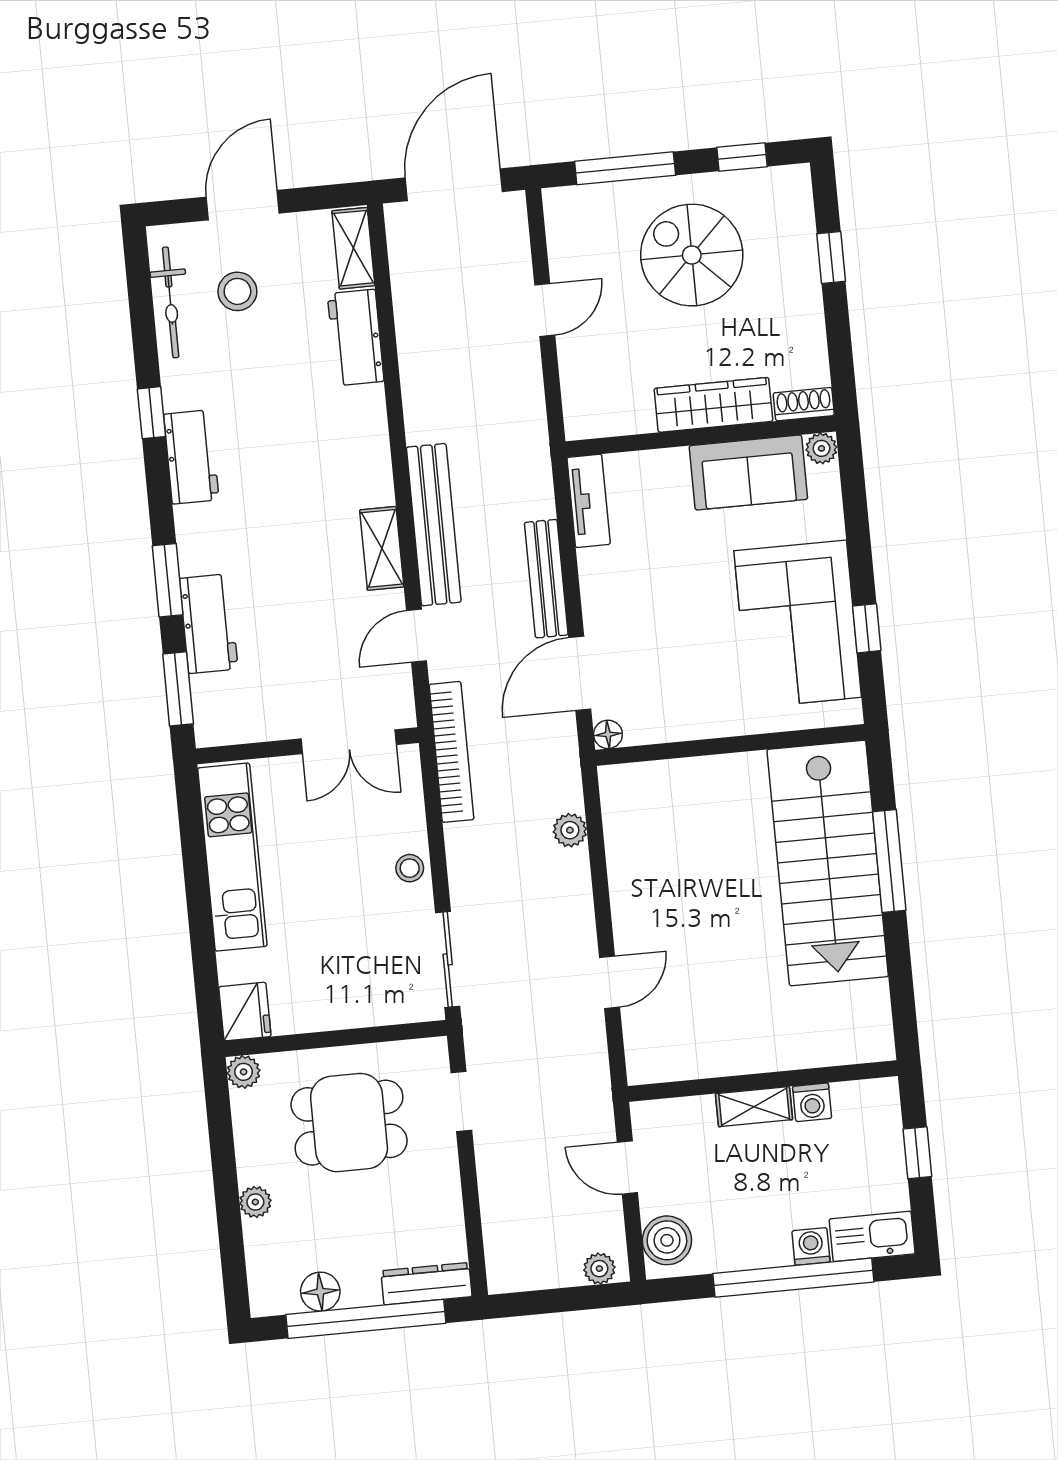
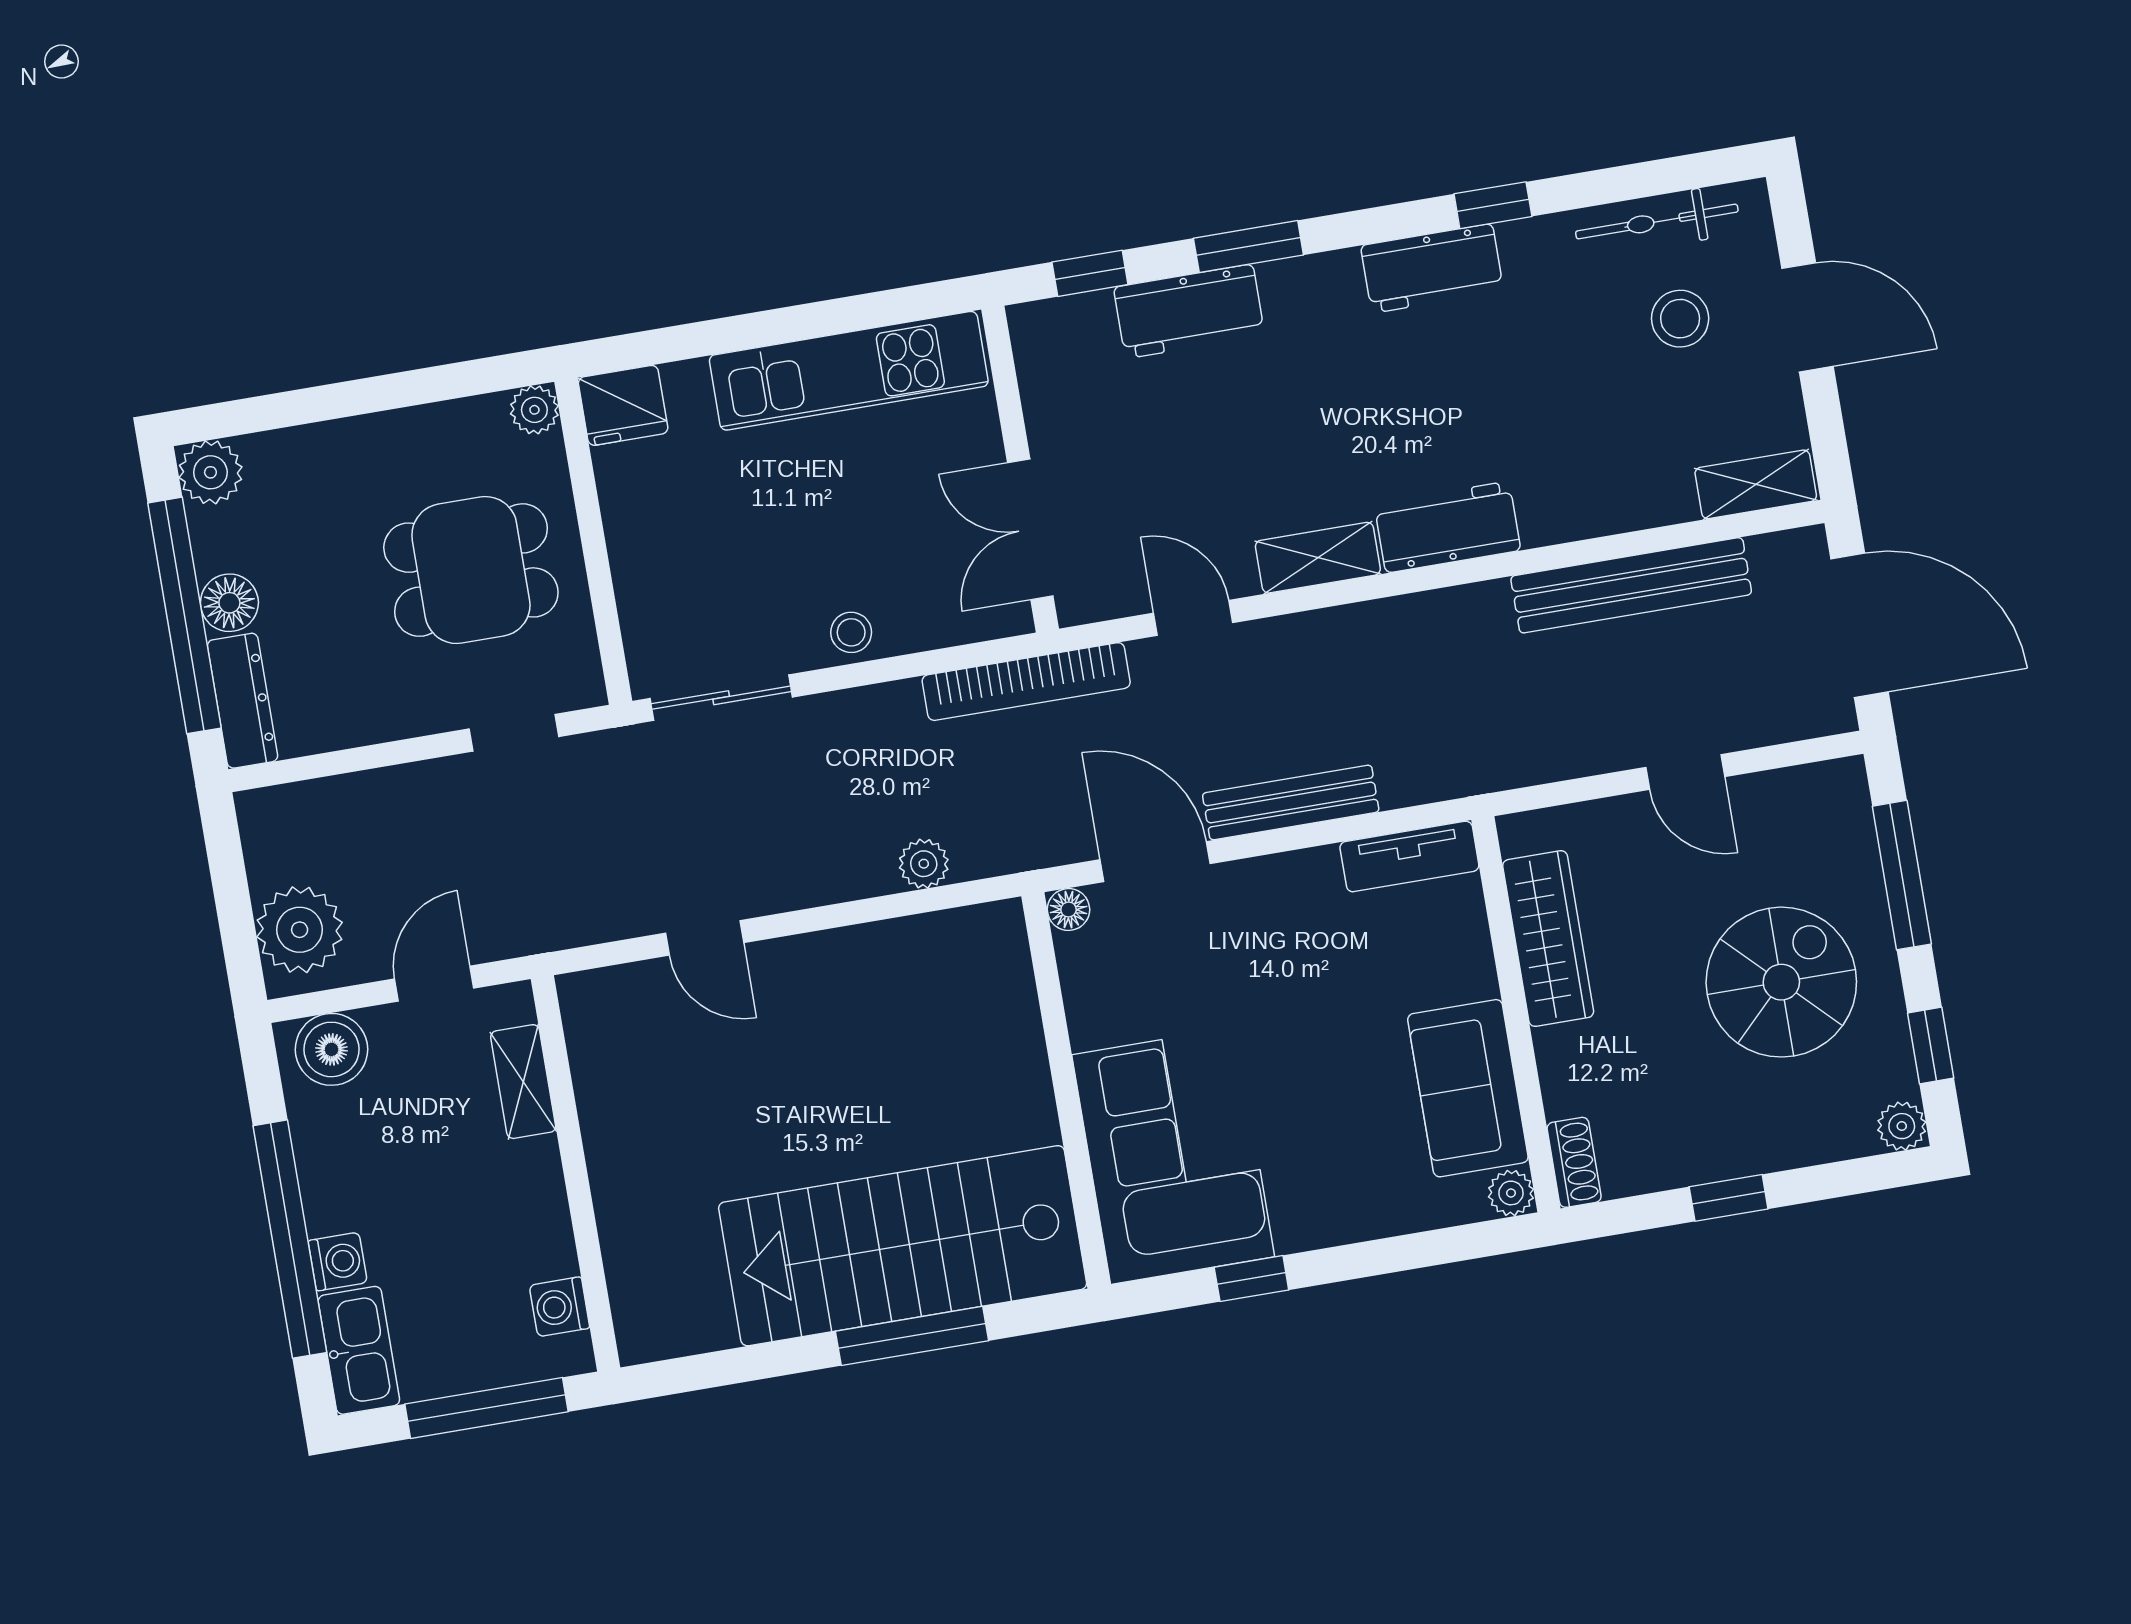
plant: (795, 180) -> (1902, 1126), added
window: (831, 258) -> (1729, 1198), moved
workbench: (356, 338) -> (1447, 527), moved
wardrobe: (713, 405) -> (1548, 939), moved
bench: (434, 525) -> (1631, 585), moved
corner sofa: (798, 624) -> (1173, 1156), moved, turned 90
window: (178, 689) -> (1090, 273), width x0.67
washing machine: (812, 1102) -> (559, 1307), moved
shelving: (754, 1107) -> (523, 1082), moved
dining table: (349, 1123) -> (471, 570), turned 90
window: (917, 1153) -> (487, 1408), width x2.17
plant: (255, 1202) -> (210, 472), moved, width x1.38, depth x1.38
plant: (599, 1269) -> (300, 930), width x1.87, depth x1.87
floor lamp: (320, 1292) -> (229, 603), moved

